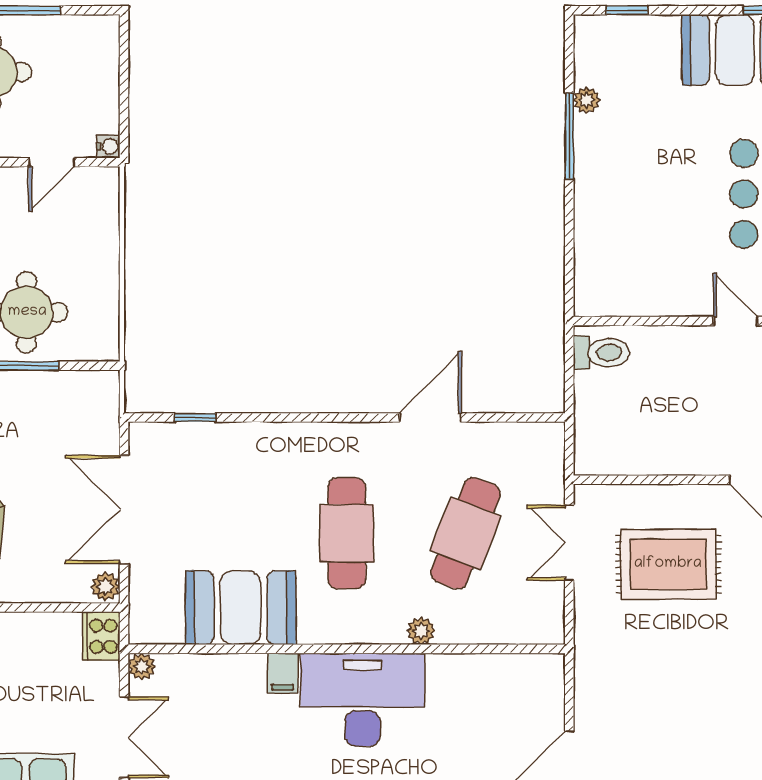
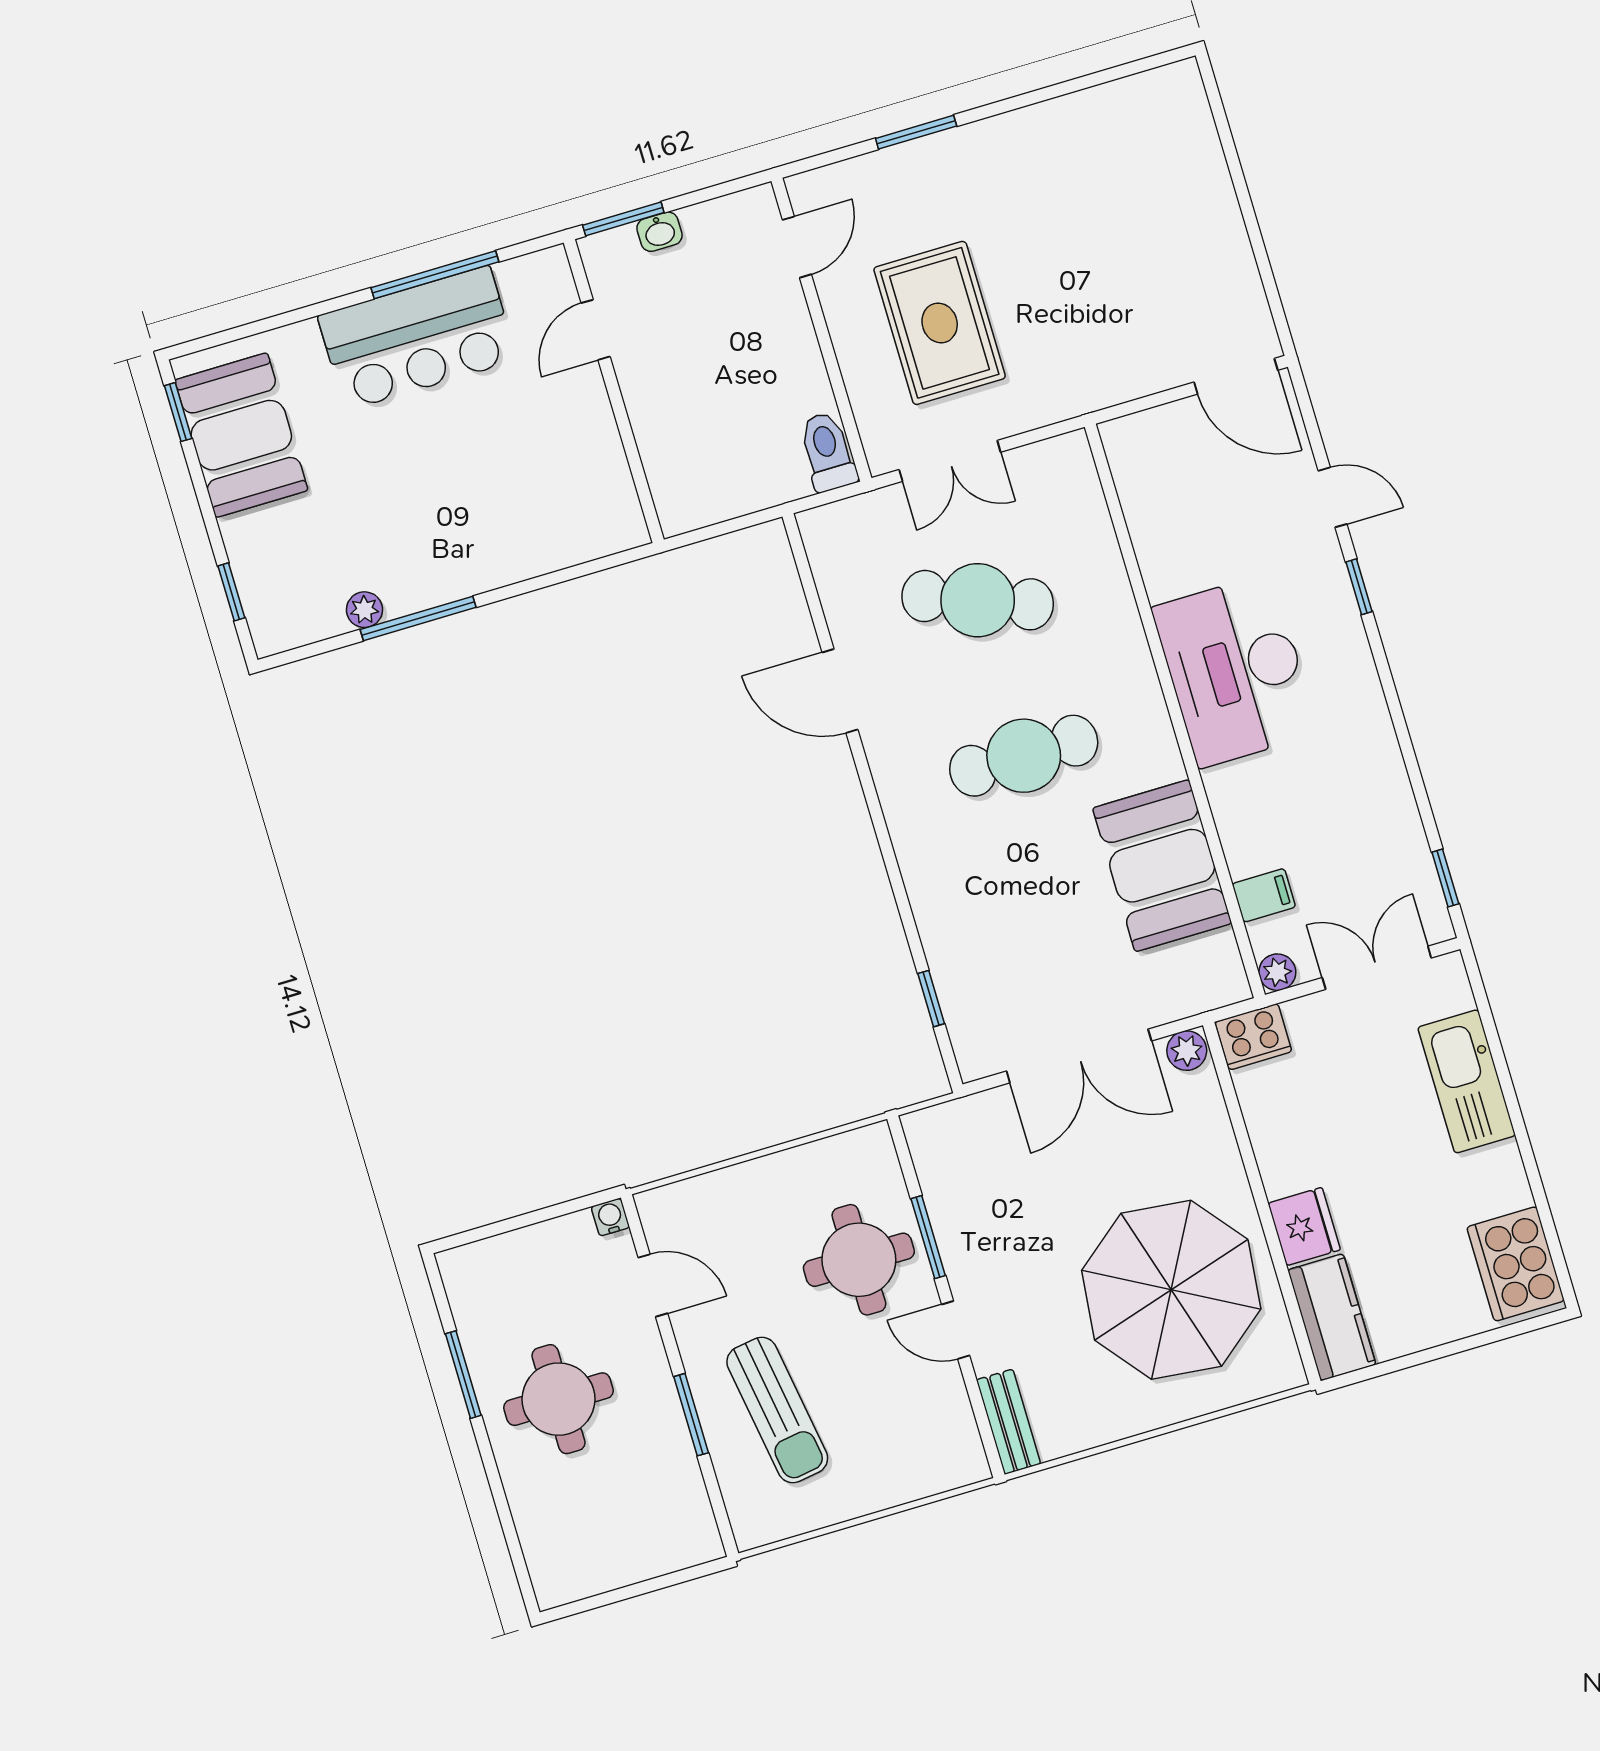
toilet: (601, 353) -> (828, 452), moved
plant: (421, 631) -> (1122, 620), removed
filing cabinet: (282, 673) -> (1264, 895), moved

